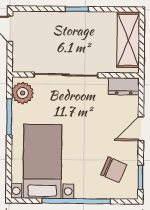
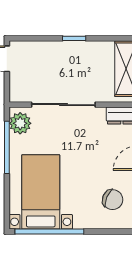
window: (9, 117) -> (7, 147), width x1.44
window: (76, 201) -> (49, 232), moved

